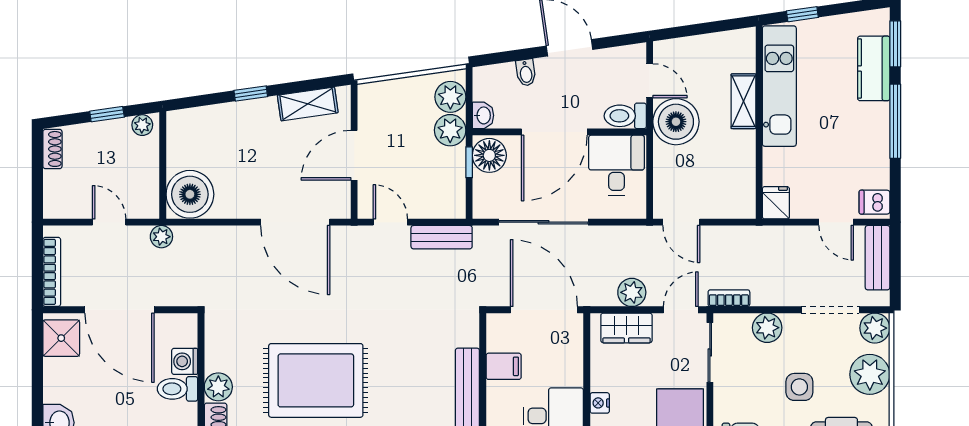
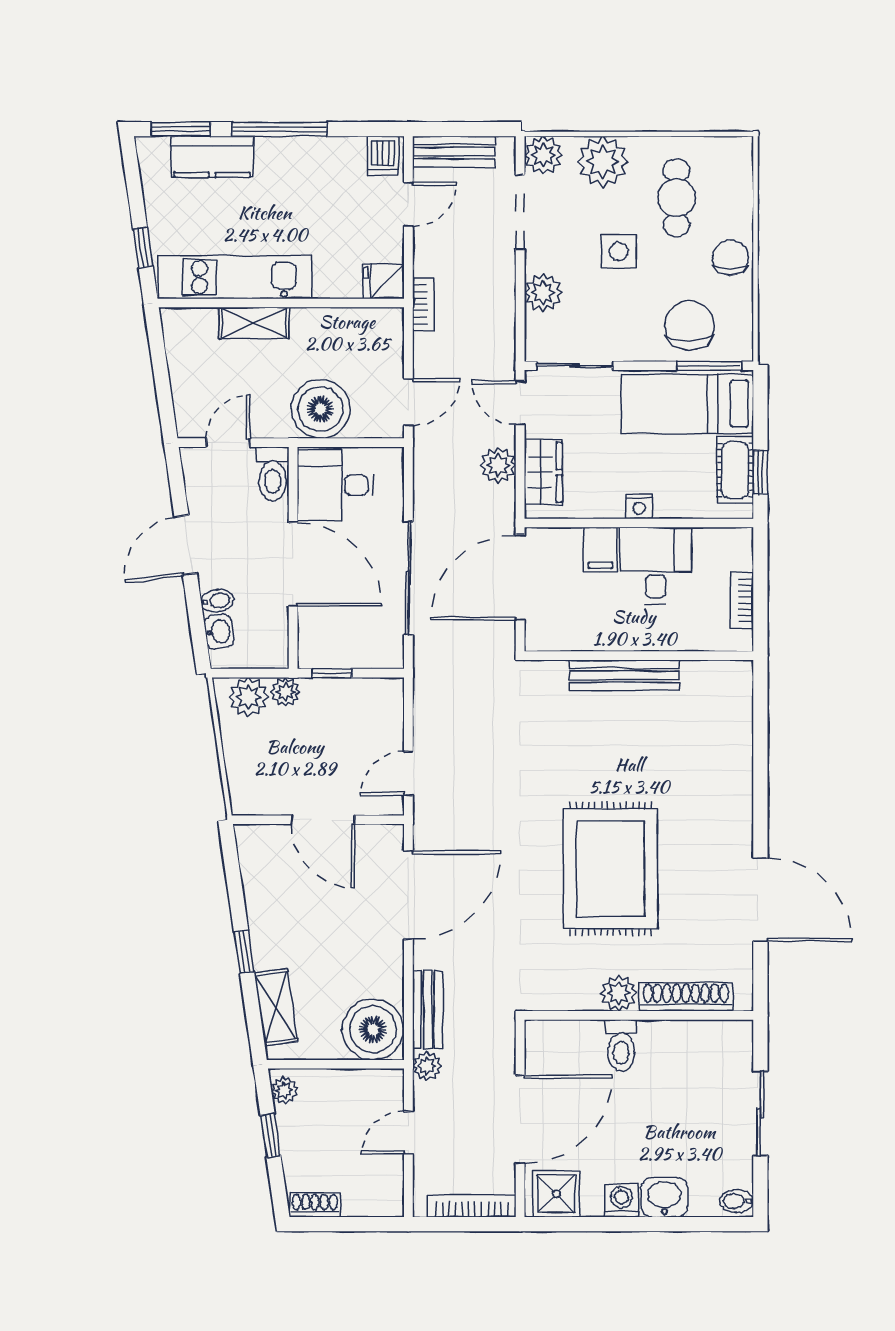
shelving: (308, 104) -> (276, 1007), moved
washbasin: (483, 115) -> (219, 632), moved, turned 82
boiler: (676, 122) -> (320, 409), moved
plant: (450, 130) -> (286, 692), width x0.73, depth x0.73
floor lamp: (489, 155) -> (323, 647), removed
bench: (442, 237) -> (428, 1010), moved
bookcase: (729, 298) -> (423, 304), moved, turned 180
washing machine: (185, 361) -> (621, 1201), moved, turned 180
filing cabinet: (504, 366) -> (600, 550), moved, turned 180

